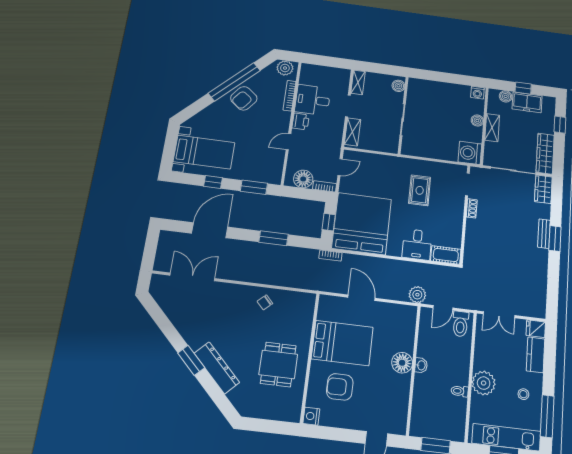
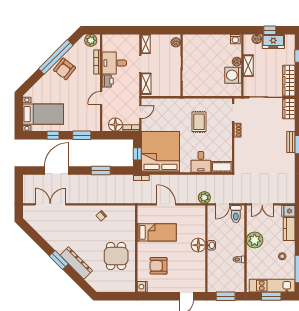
washing machine: (470, 153) -> (233, 75), moved
bed: (342, 343) -> (157, 232), width x0.67
plant: (484, 383) -> (255, 240), moved

